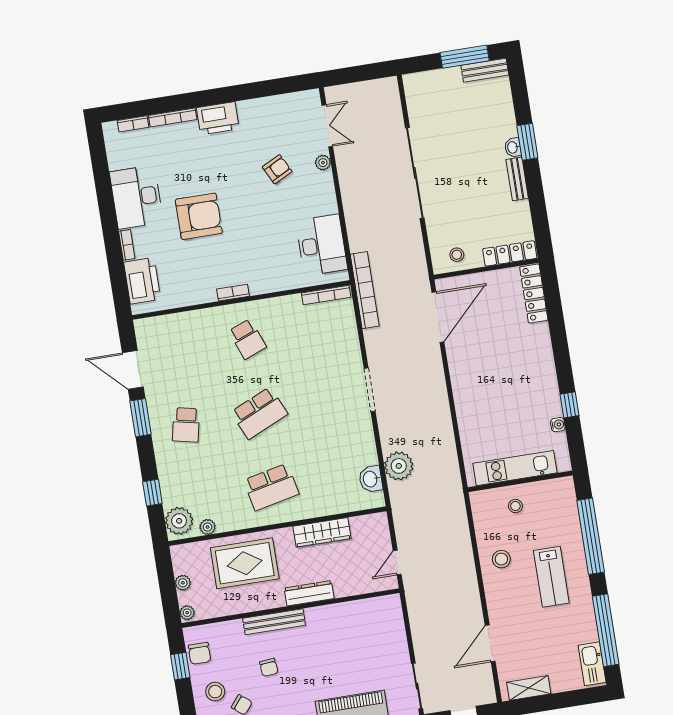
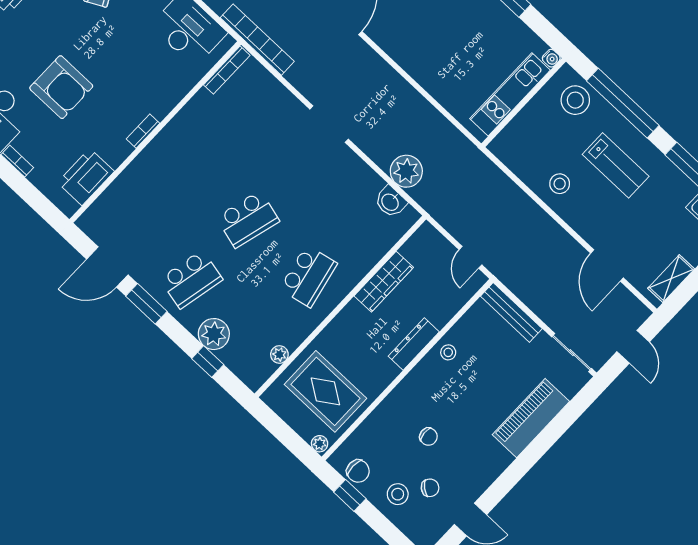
armchair: (199, 216) -> (61, 87), turned 90
printer: (142, 281) -> (86, 177), moved, turned -90
school desk: (247, 339) -> (187, 162), removed
school desk: (259, 413) -> (248, 219), turned 39
school desk: (186, 425) -> (191, 279), width x1.85
water cooler: (558, 425) -> (551, 58), moved, turned 90
stool: (515, 506) -> (575, 100), moved, width x1.89, depth x1.89
plant: (179, 521) -> (214, 334), moved
rug: (245, 563) -> (325, 391), moved, turned 90
plant: (183, 583) -> (296, 420), removed
stool: (329, 618) -> (448, 352), added
bench: (274, 622) -> (511, 312), moved, turned 90

